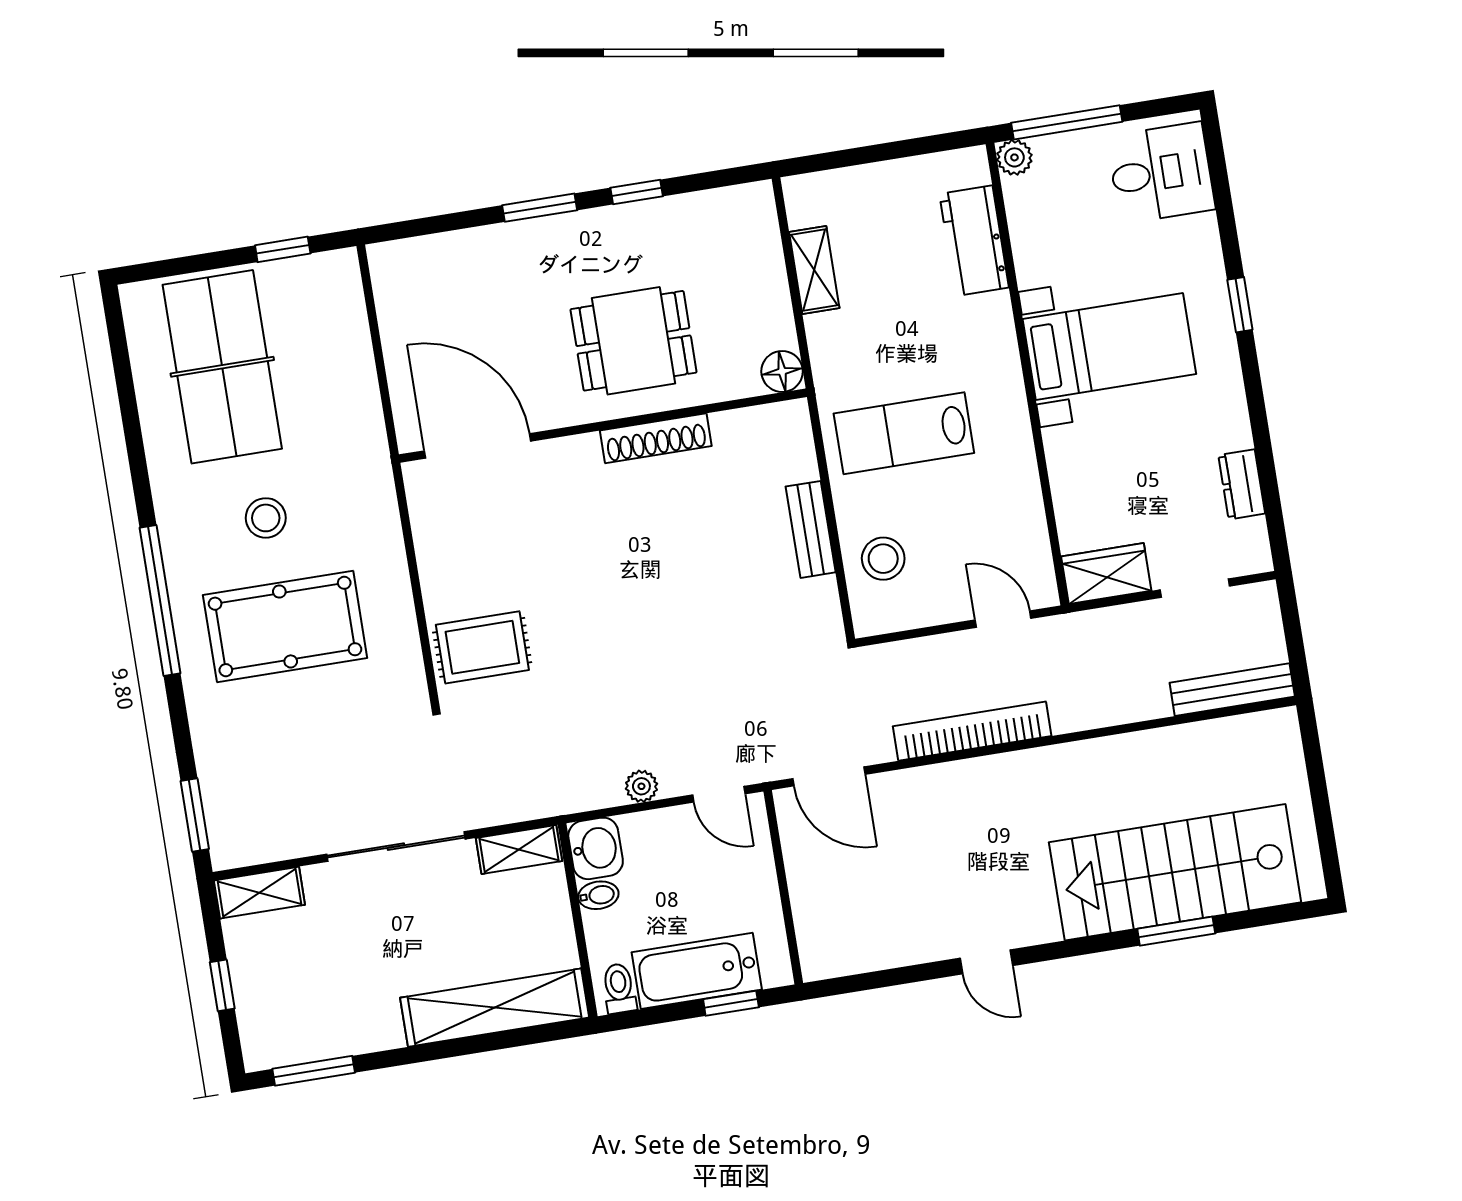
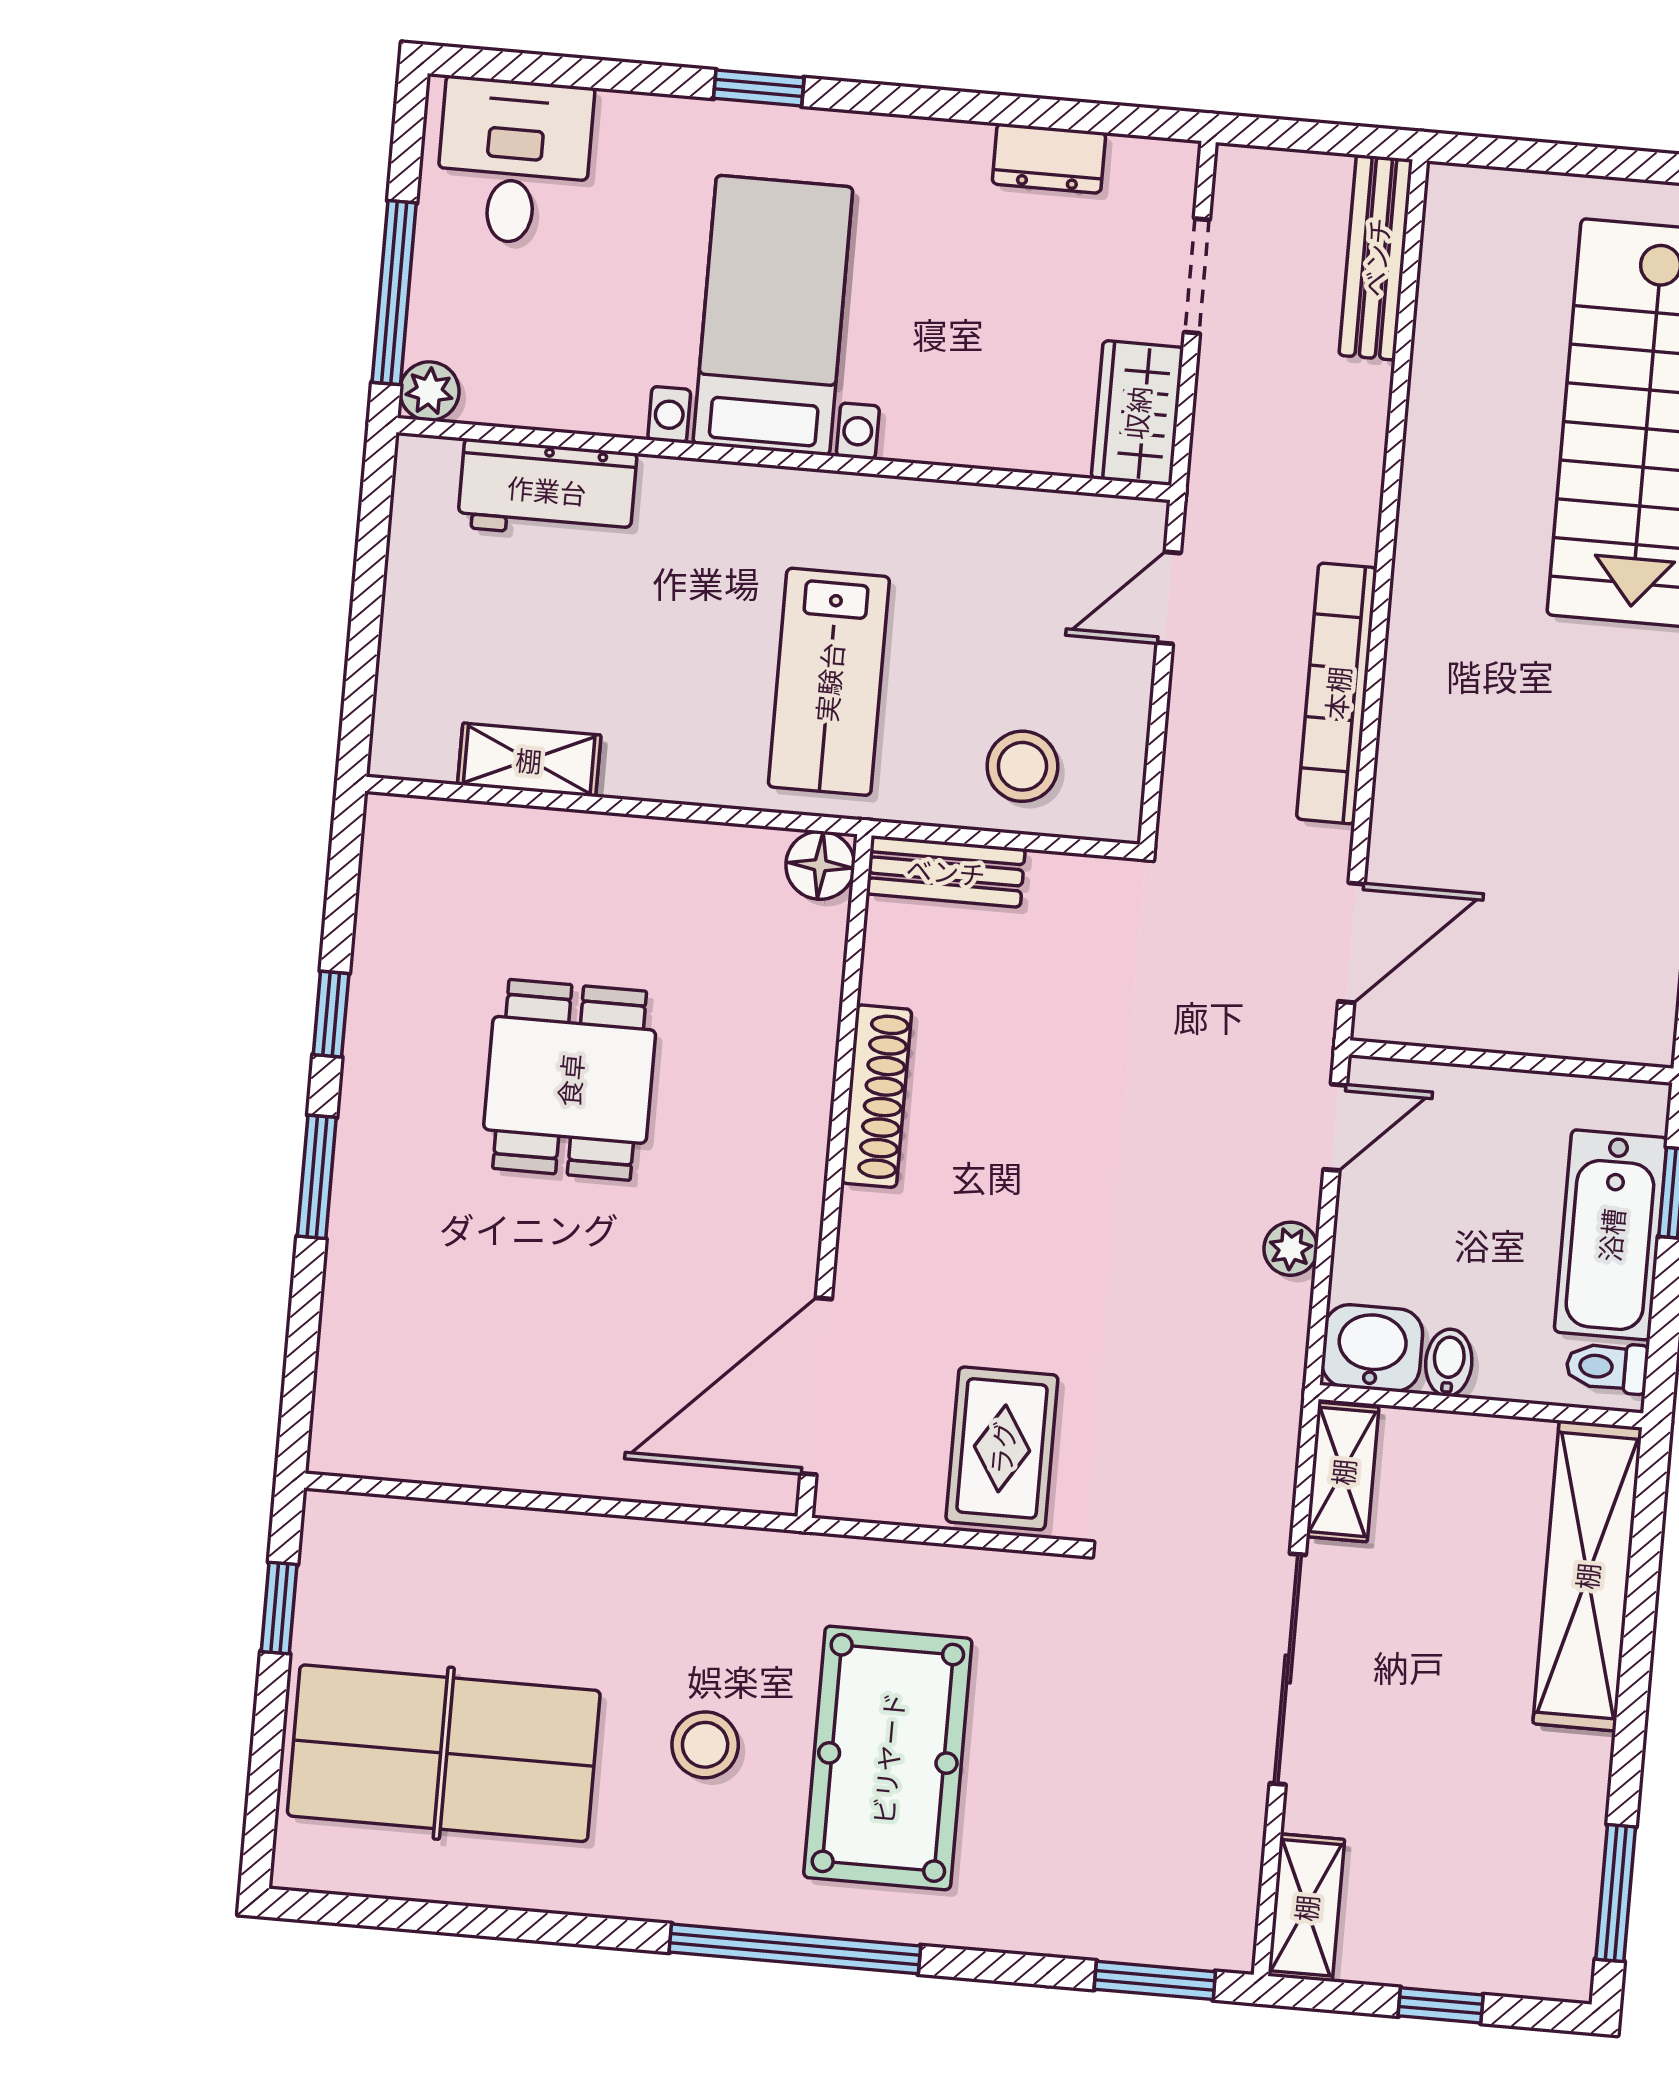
floor lamp: (782, 371) -> (820, 865), moved
wall: (603, 426) -> (835, 1176), moved
shoe rack: (656, 438) -> (876, 1096), moved
door: (478, 446) -> (816, 1386), moved

